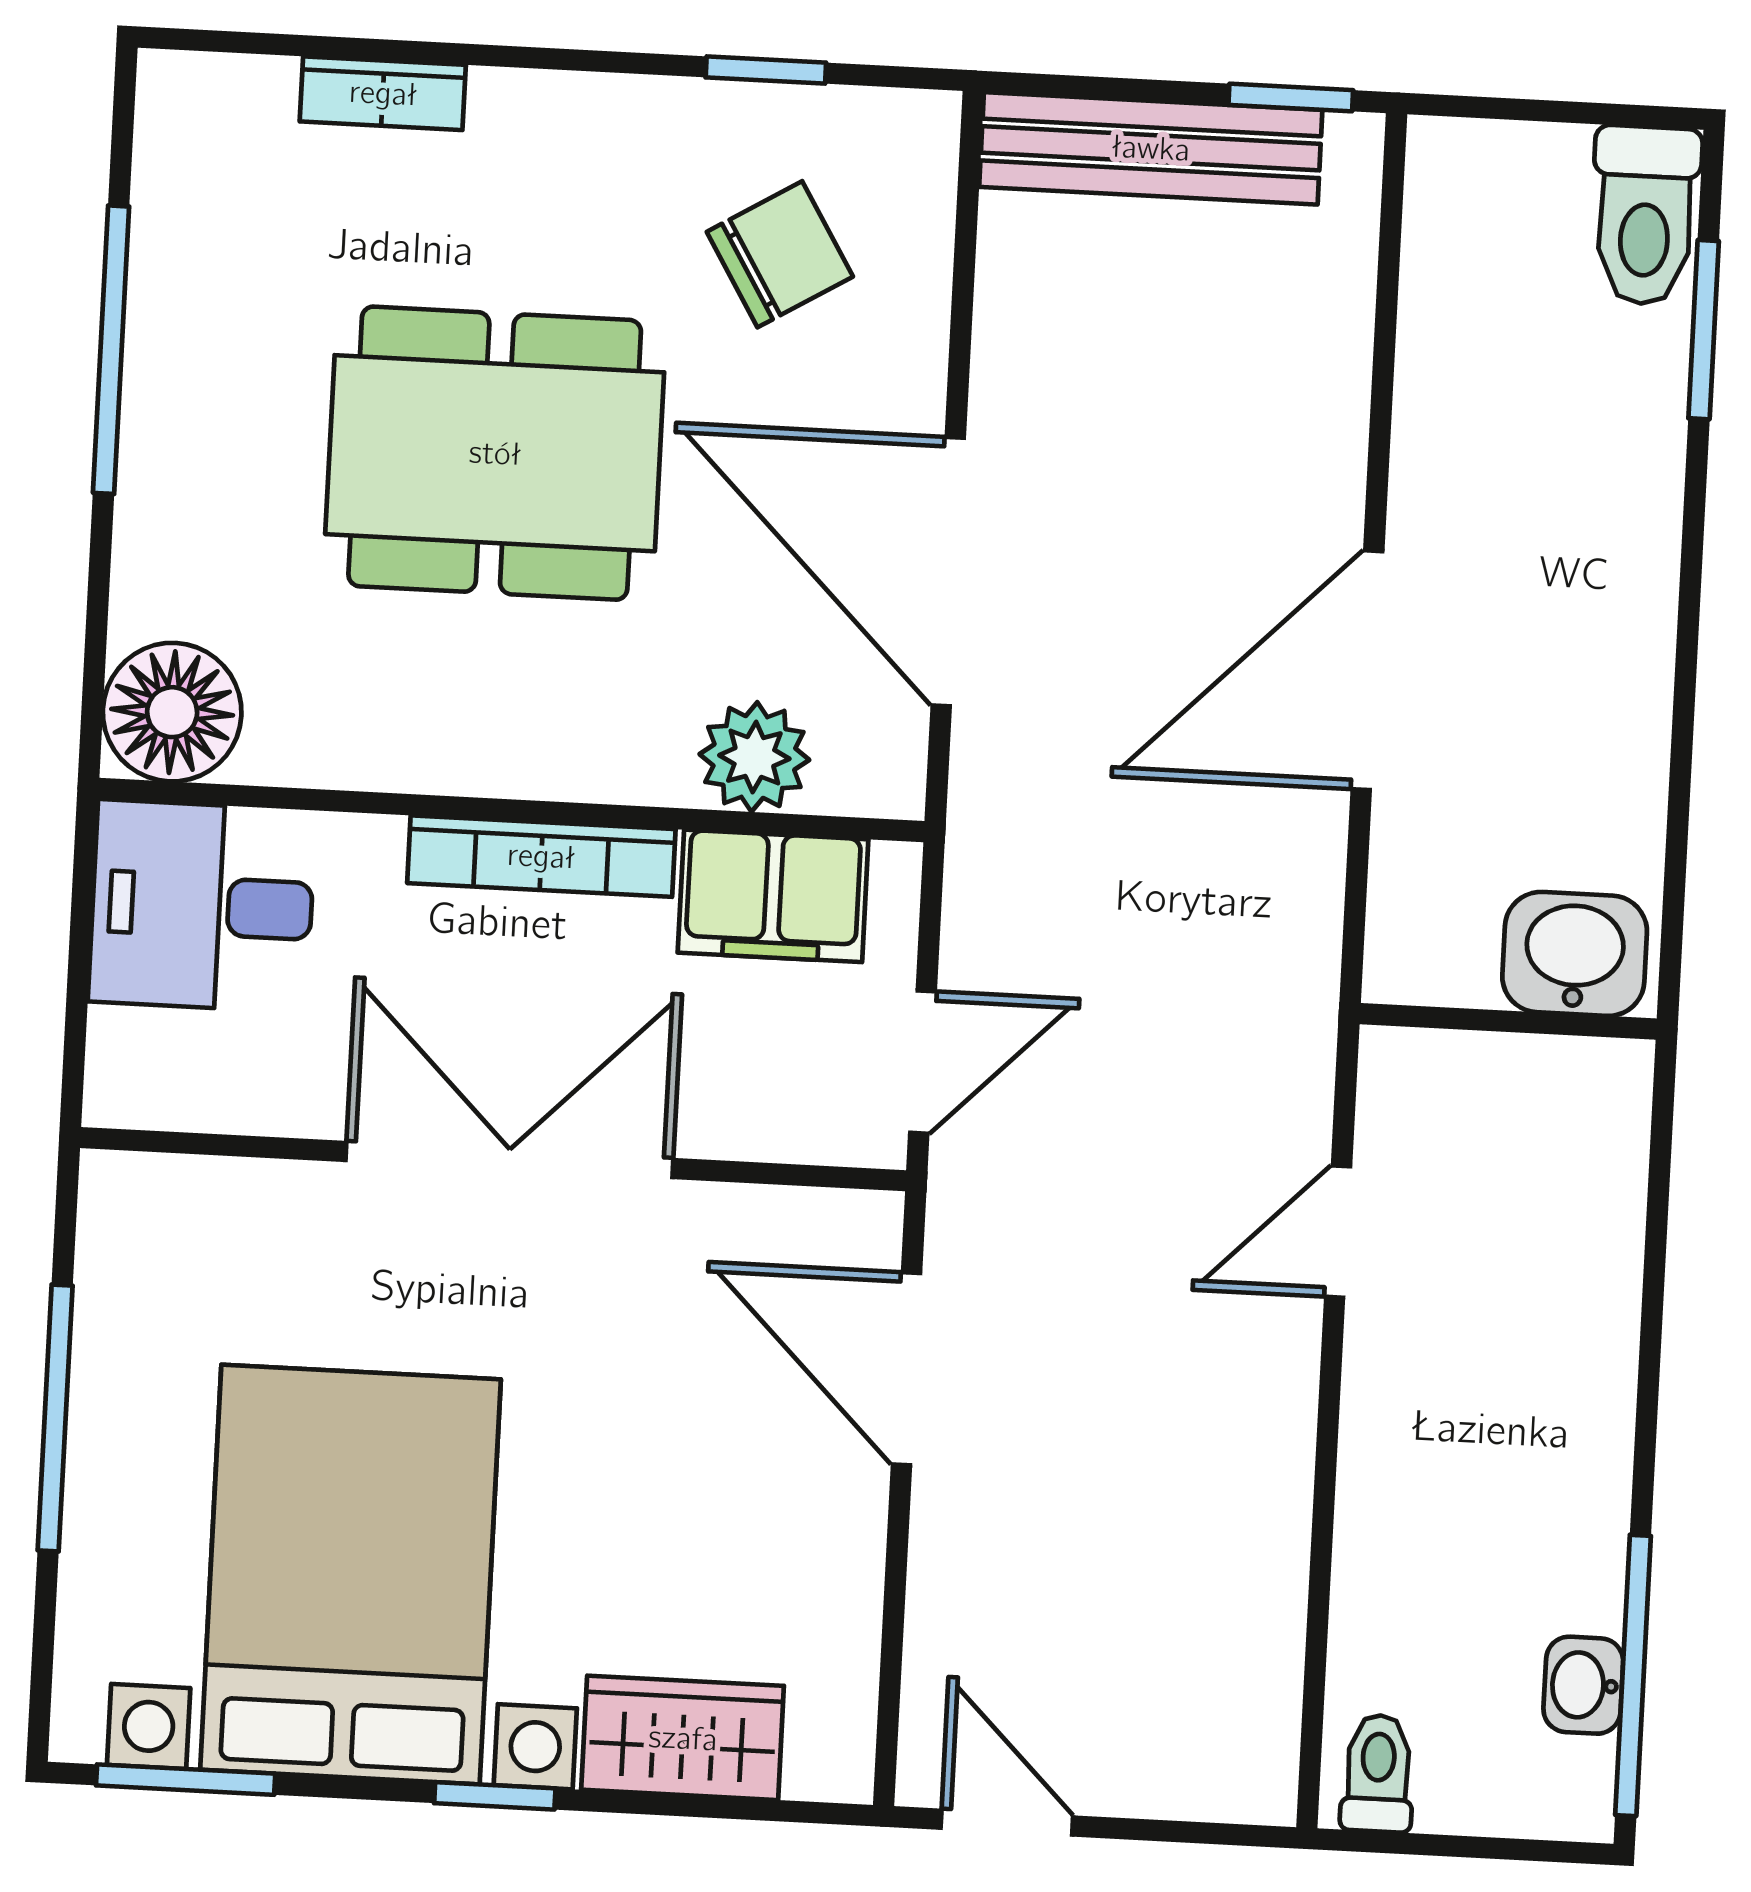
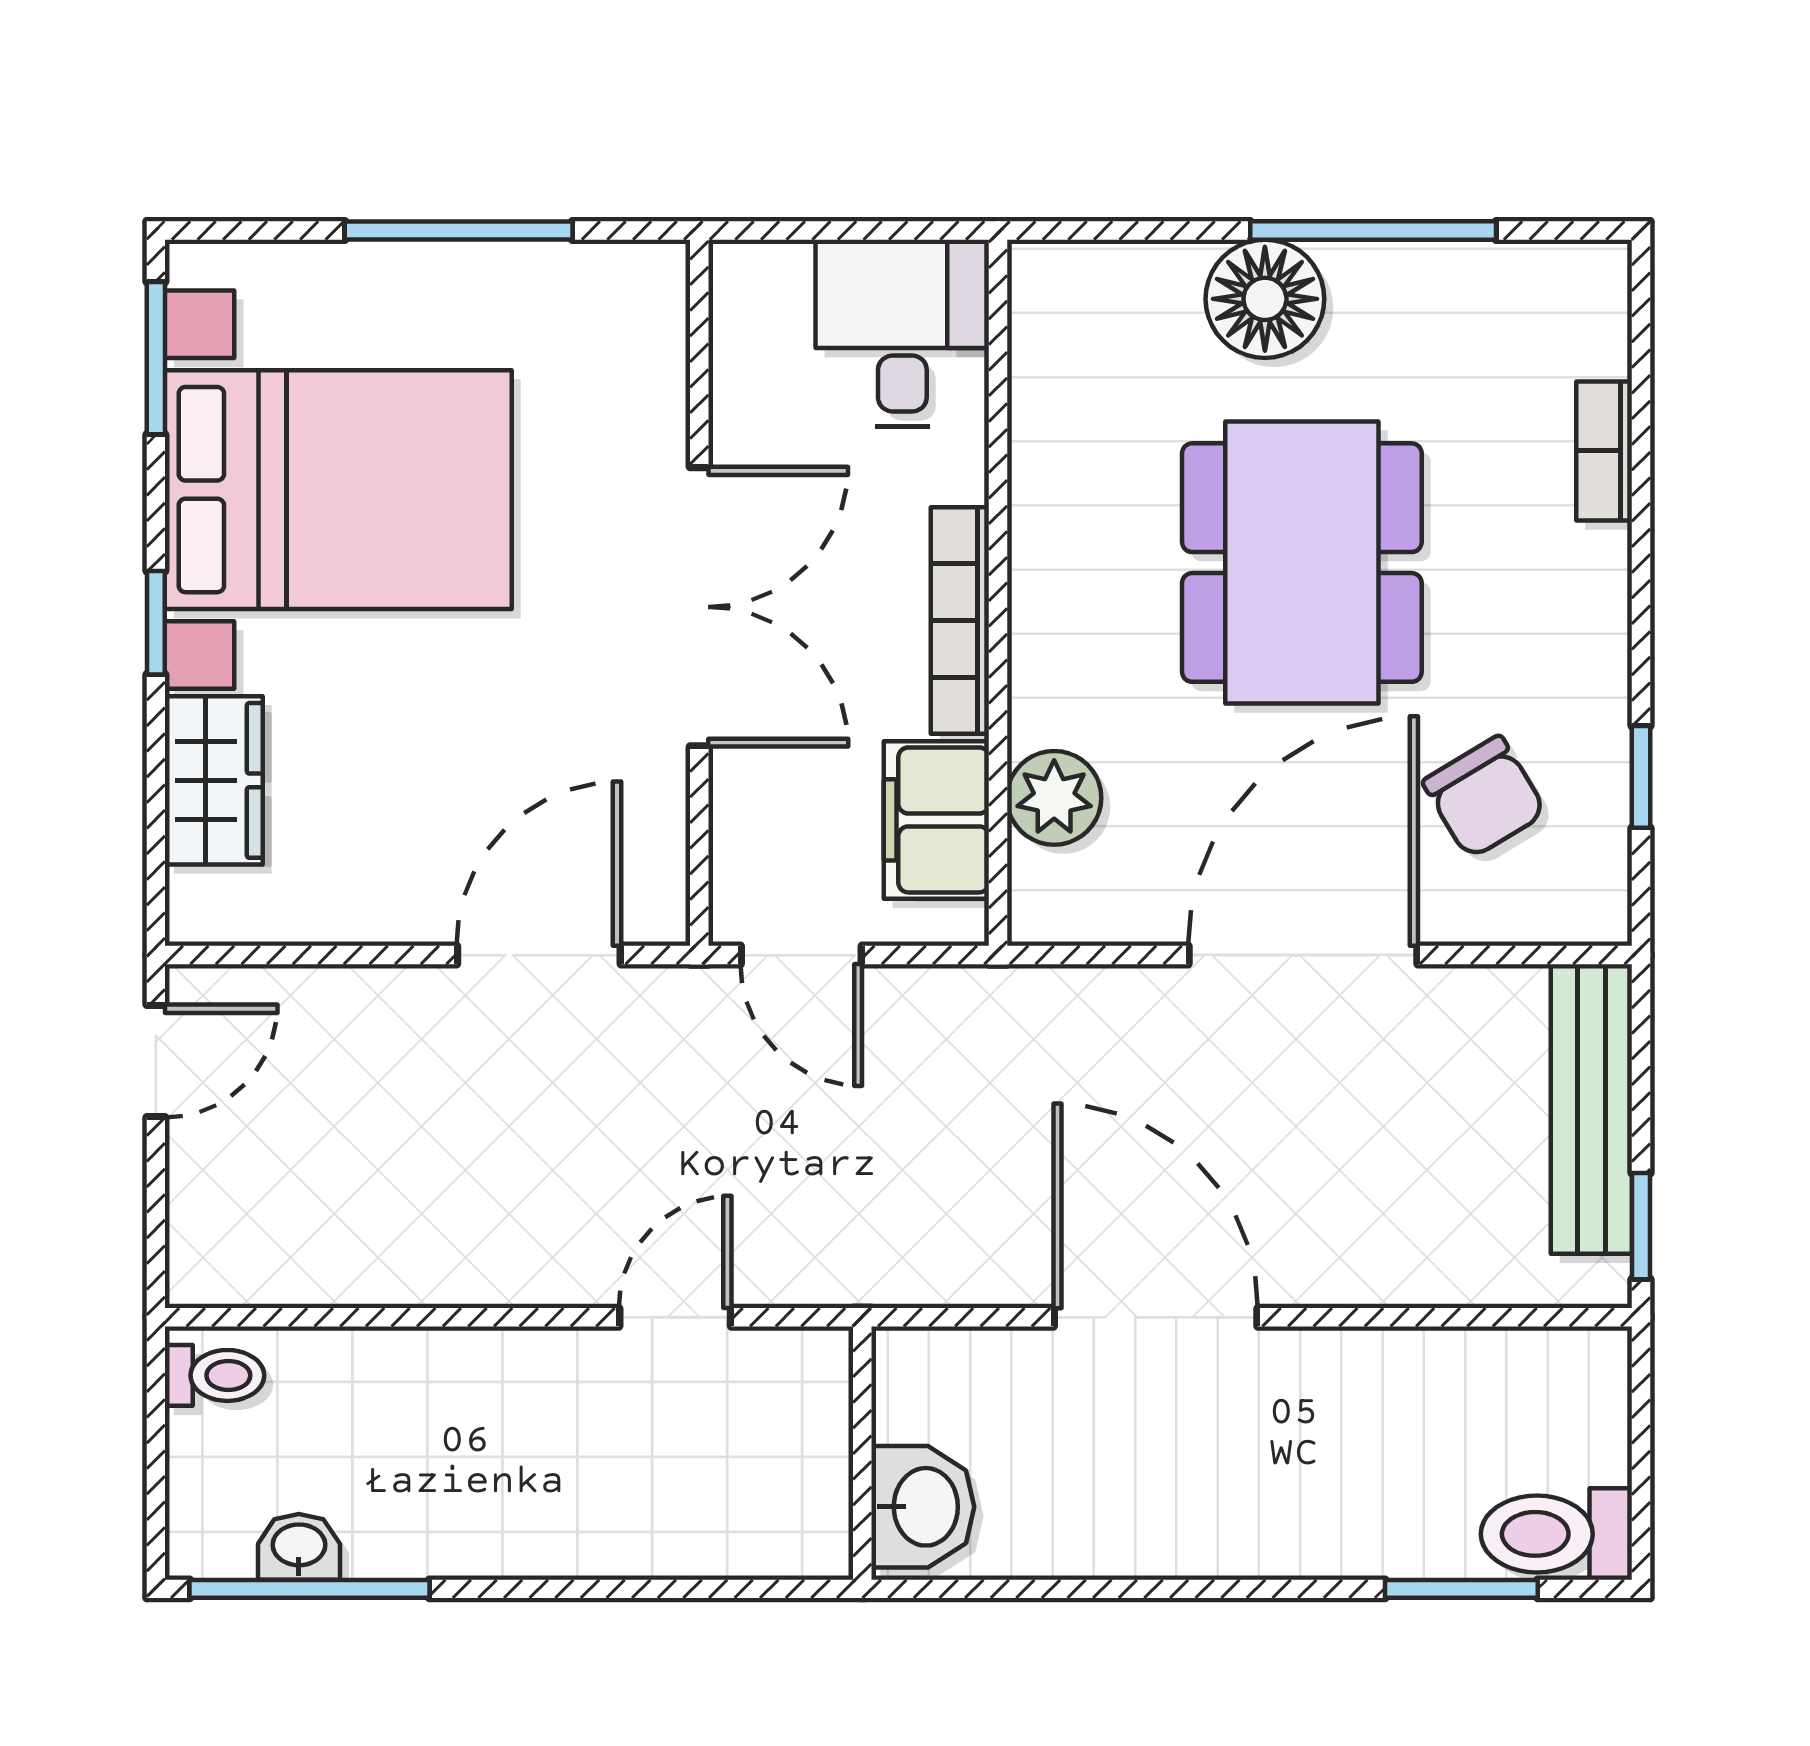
door: (948, 572) -> (1303, 955), moved
floor lamp: (172, 712) -> (1265, 299), moved
door: (1338, 1232) -> (675, 1317), hinge flipped

